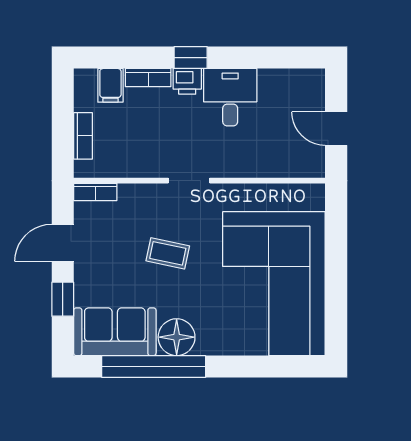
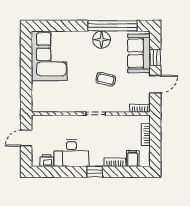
printer: (187, 81) -> (46, 160), moved
desk: (230, 97) -> (71, 153), width x1.37
door: (336, 129) -> (26, 138), swing flipped
corner sofa: (274, 284) -> (49, 56), width x0.73, depth x0.74
sofa: (115, 332) -> (139, 53), moved, turned 90

